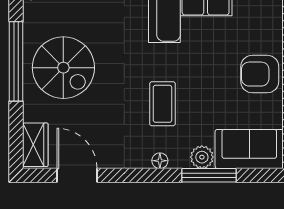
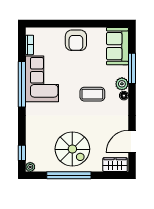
spiral stairs: (63, 68) -> (72, 149), turned 90
plant: (202, 157) -> (122, 84), moved

